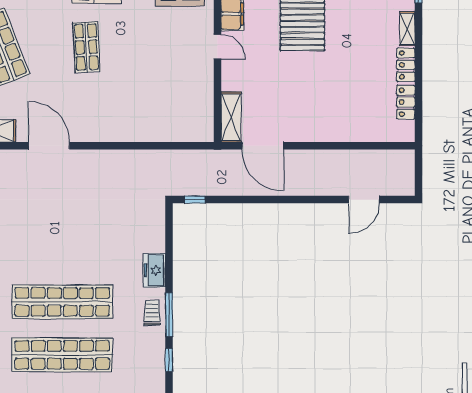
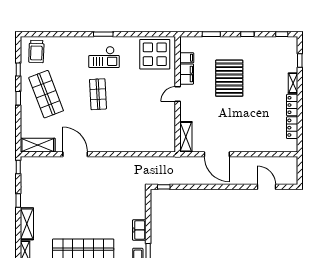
door: (217, 47) -> (178, 94), swing flipped
door: (263, 146) -> (217, 154), moved
door: (364, 200) -> (267, 187), swing flipped

